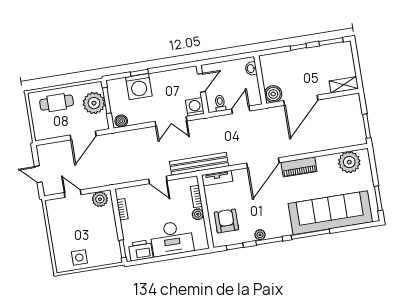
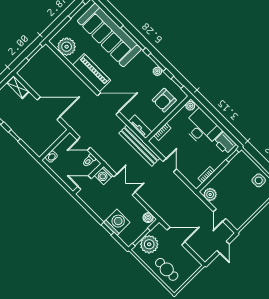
boiler: (273, 94) -> (58, 130), removed
piano: (299, 167) -> (92, 73), width x1.37, depth x1.33
plant: (198, 214) -> (190, 106), moved

